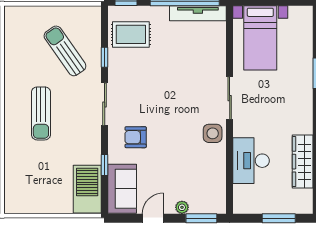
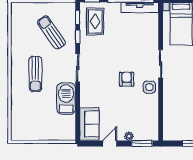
rug: (131, 34) -> (95, 21), turned 90
armchair: (136, 137) -> (127, 79), moved, turned 90
desk: (251, 161) -> (175, 105), removed
window: (105, 165) -> (78, 17), moved
barbecue: (87, 189) -> (66, 99), moved

